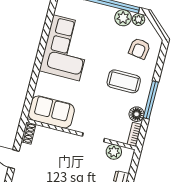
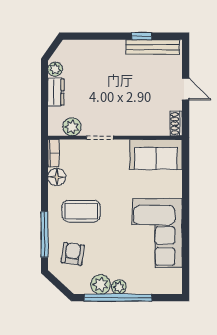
plant: (139, 20) -> (119, 287), moved
window: (151, 100) -> (44, 234), moved

